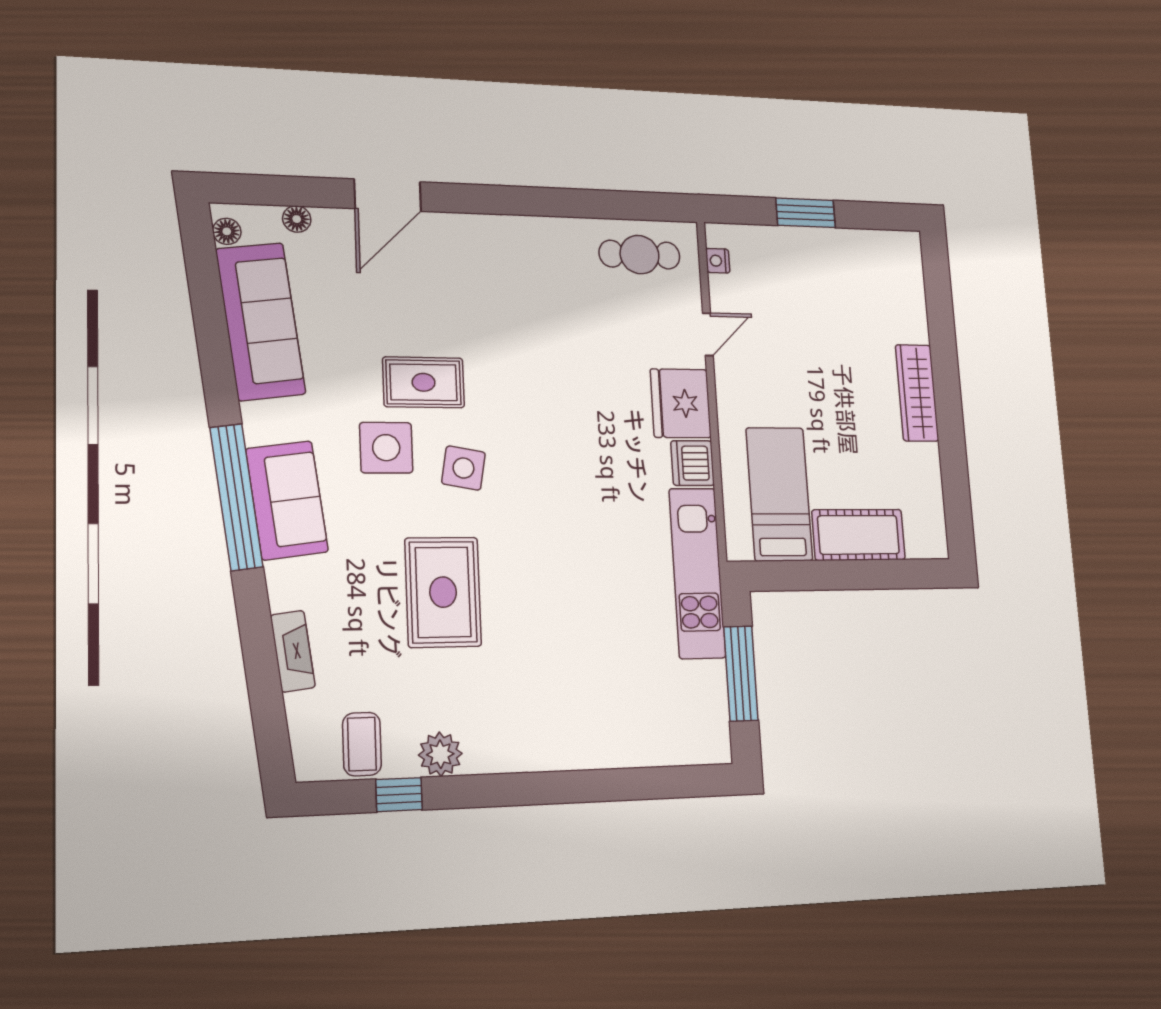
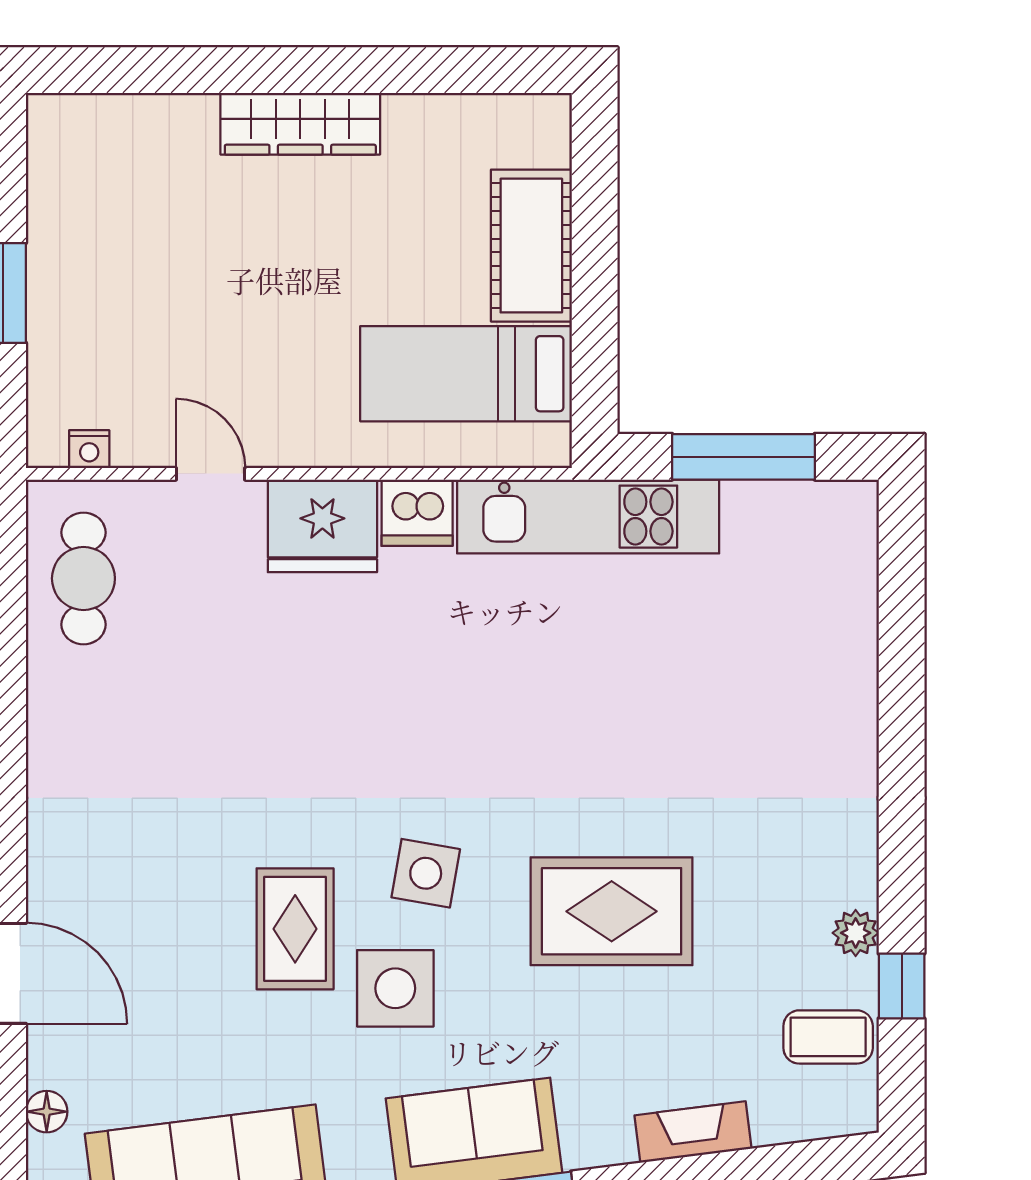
plant: (440, 754) -> (856, 933), width x0.73, depth x0.73

